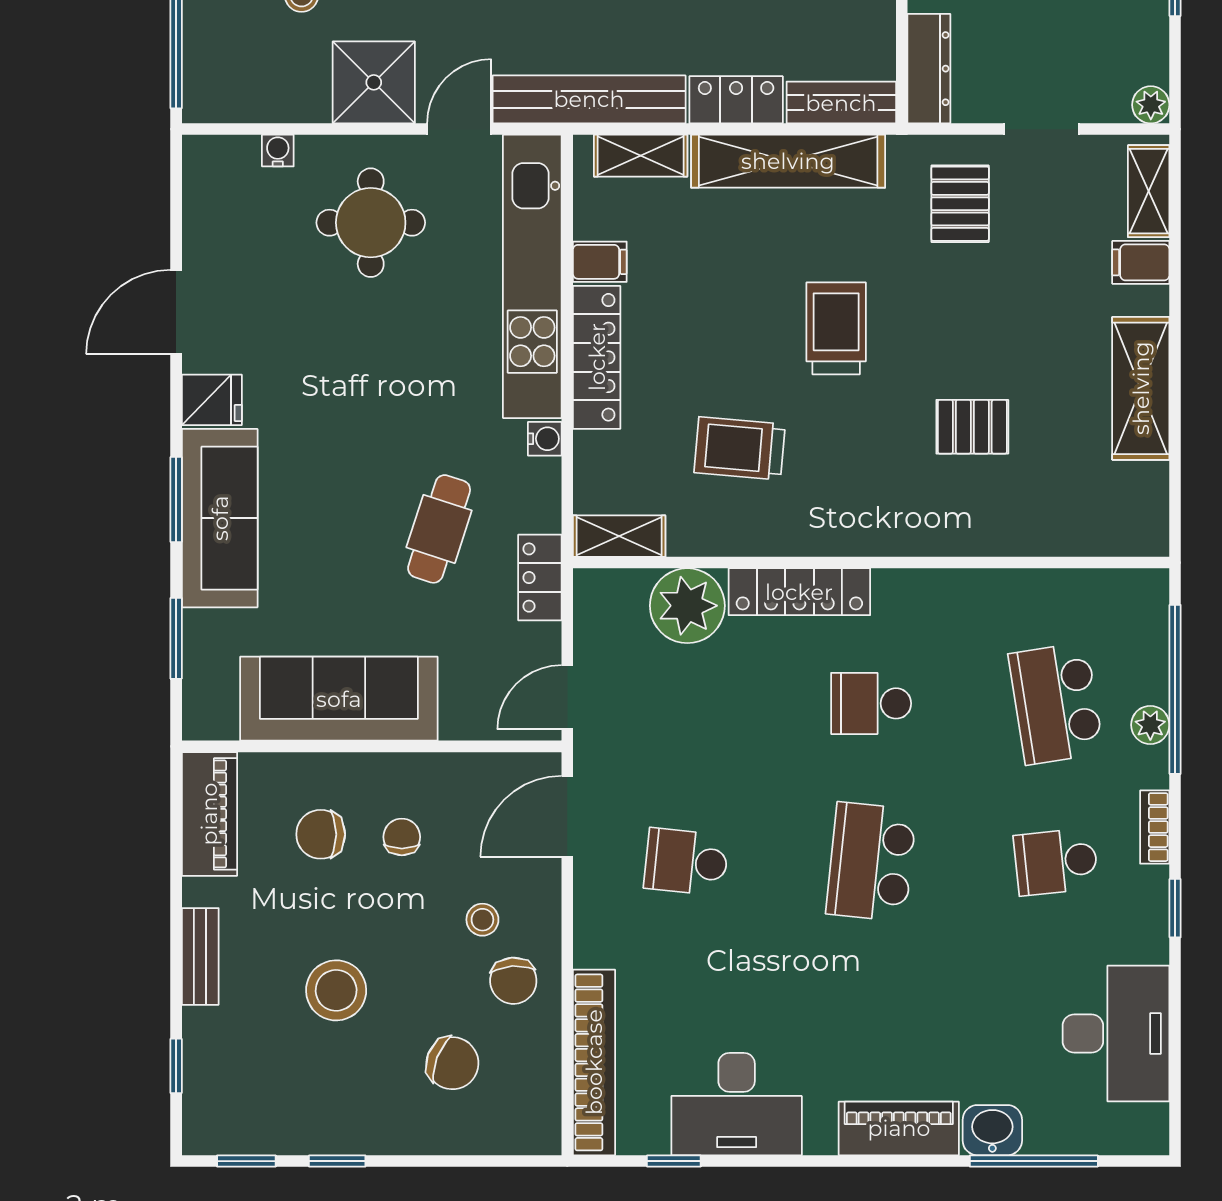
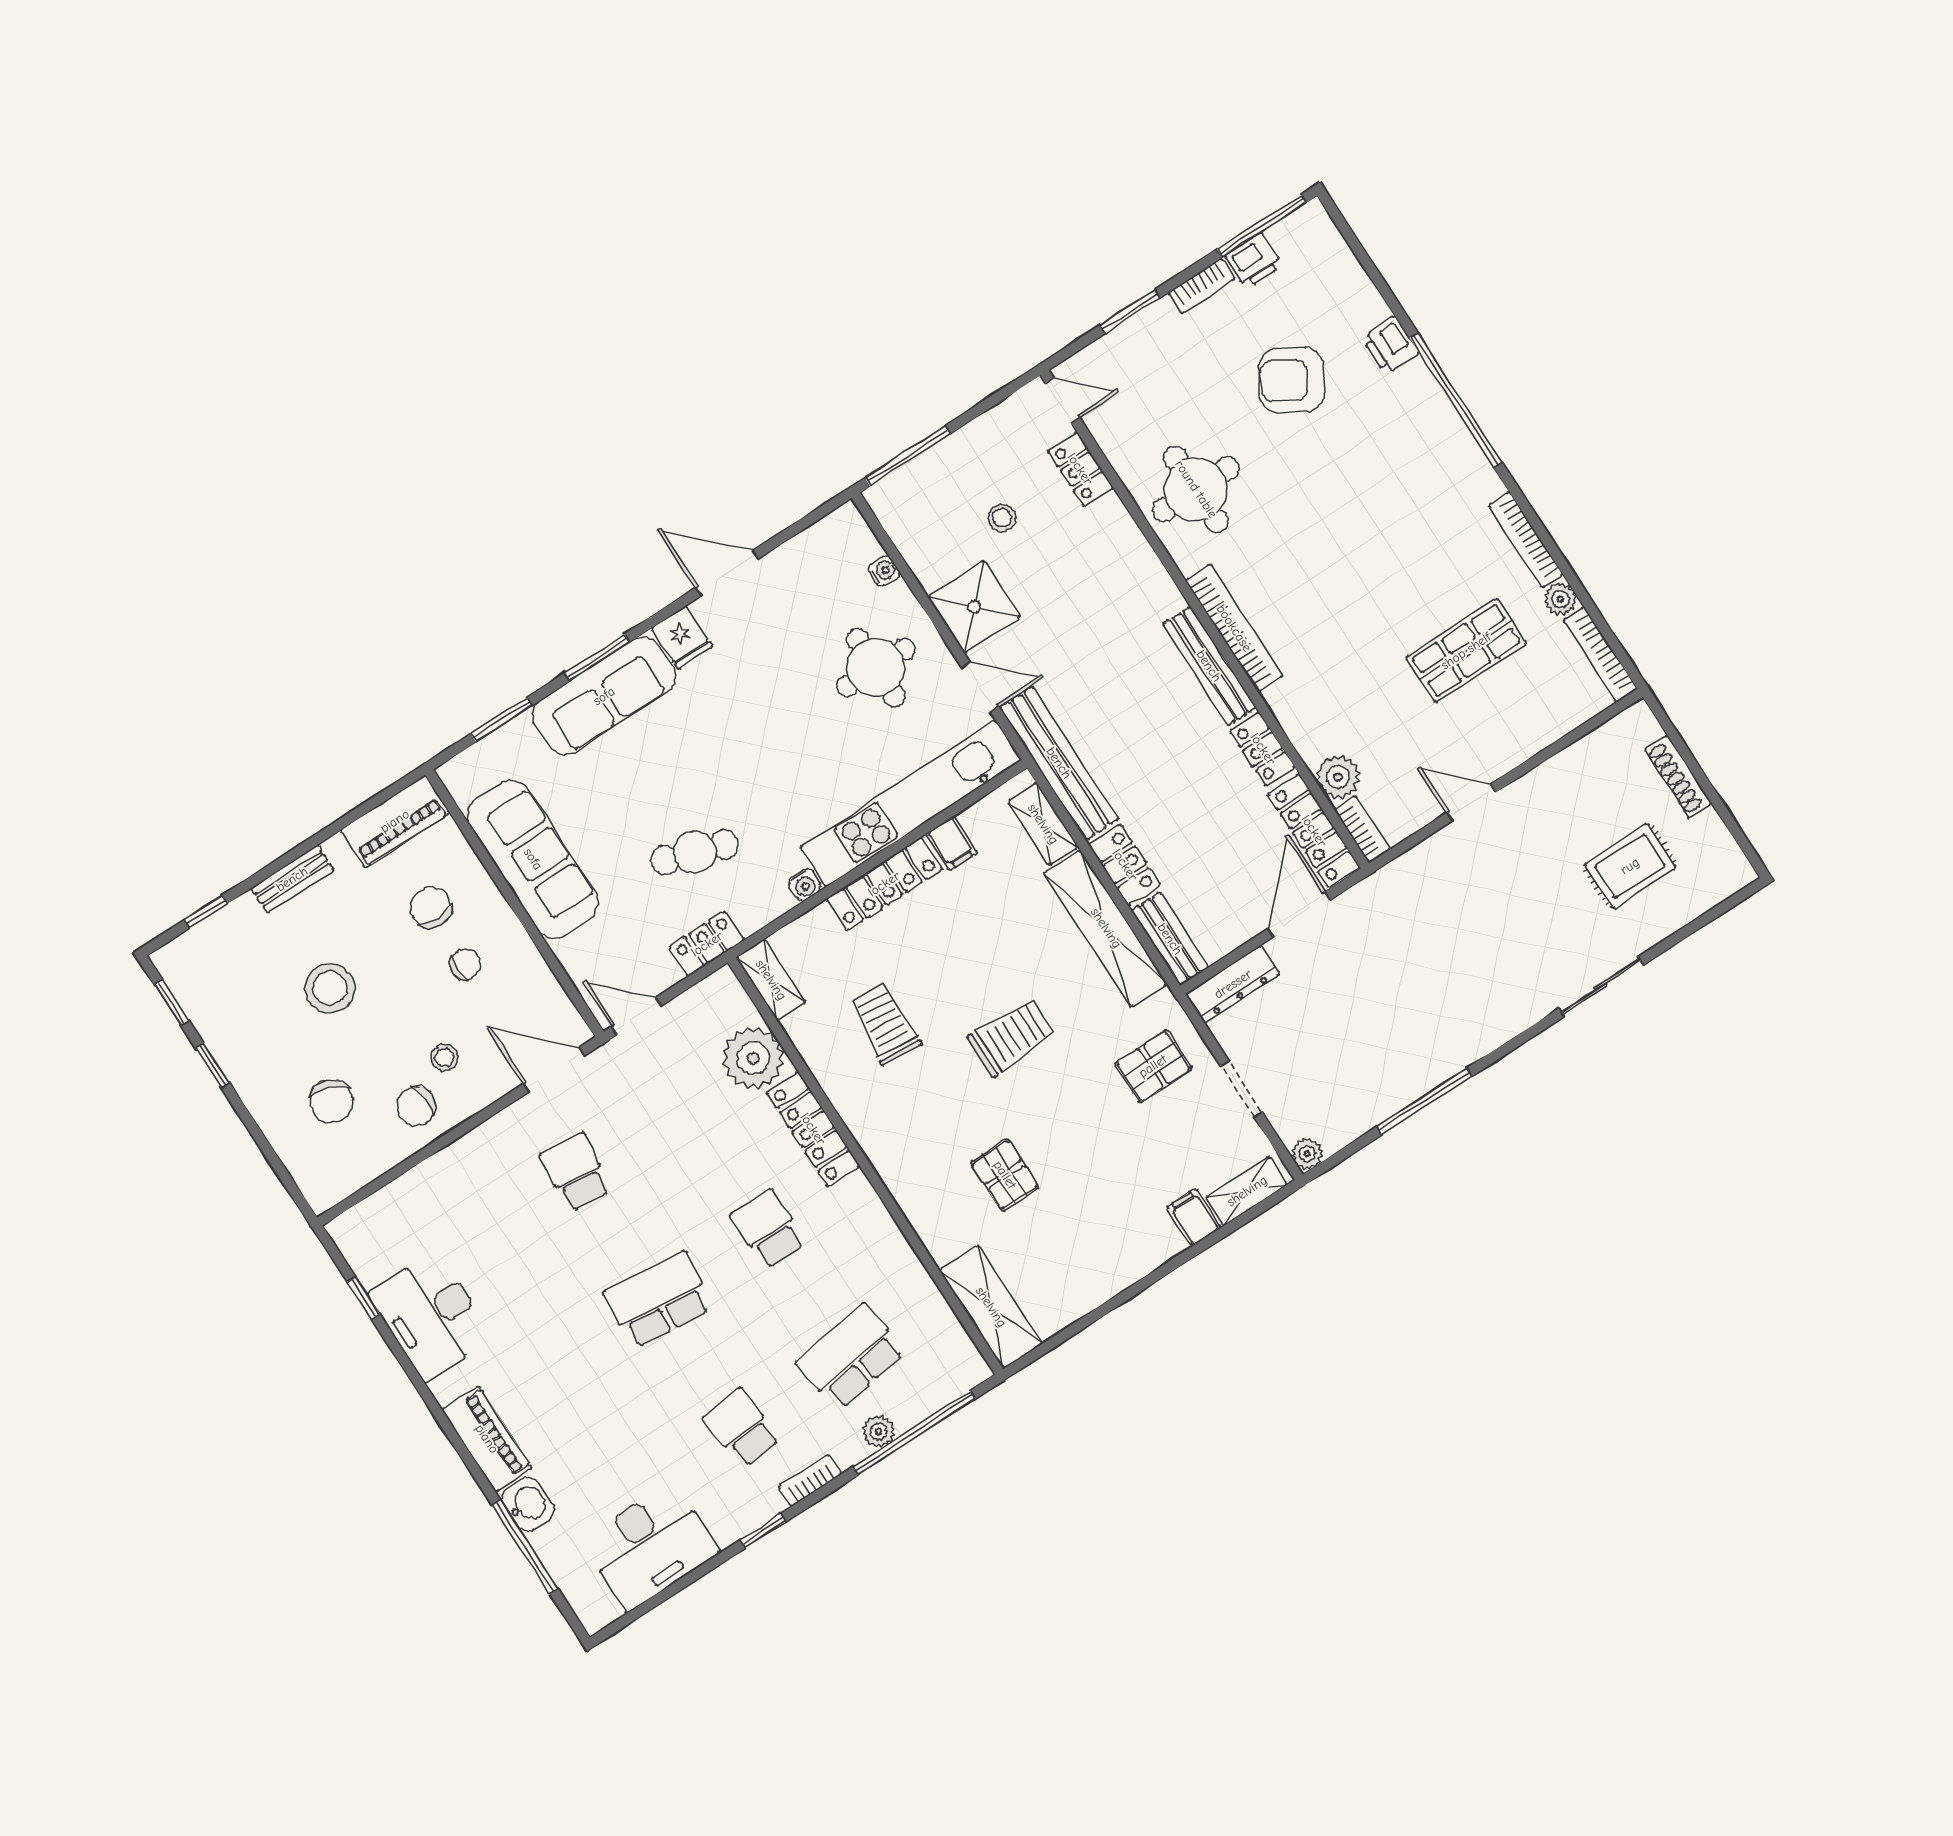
shelving: (1141, 388) -> (991, 1307), moved, turned 90
bookcase: (594, 1062) -> (396, 1199), removed

